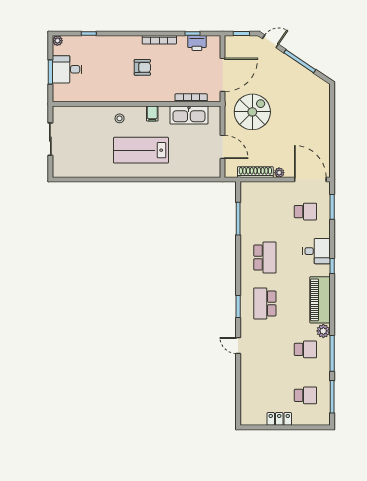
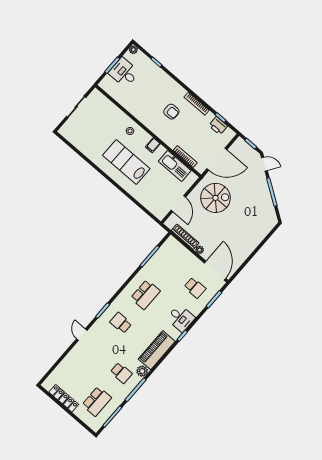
school desk: (265, 303) -> (121, 323), width x0.54
school desk: (305, 395) -> (97, 401), width x1.85
locker: (279, 419) -> (64, 398), width x1.53

